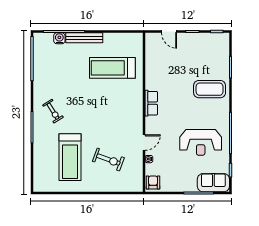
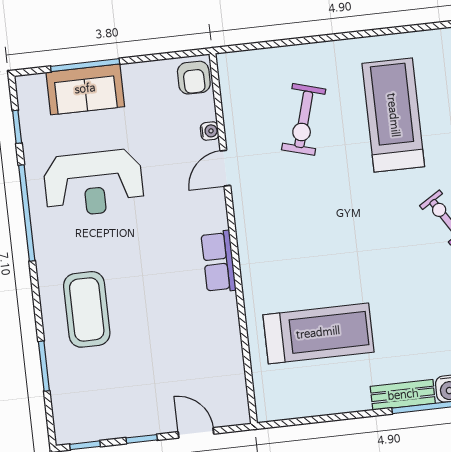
bench: (84, 38) -> (403, 395), width x0.73
coffee table: (210, 89) -> (87, 309), turned 90
reception desk: (201, 142) -> (94, 183), turned 180
exercise bike: (108, 160) -> (304, 119), turned -94
sofa: (213, 183) -> (85, 89), moved

